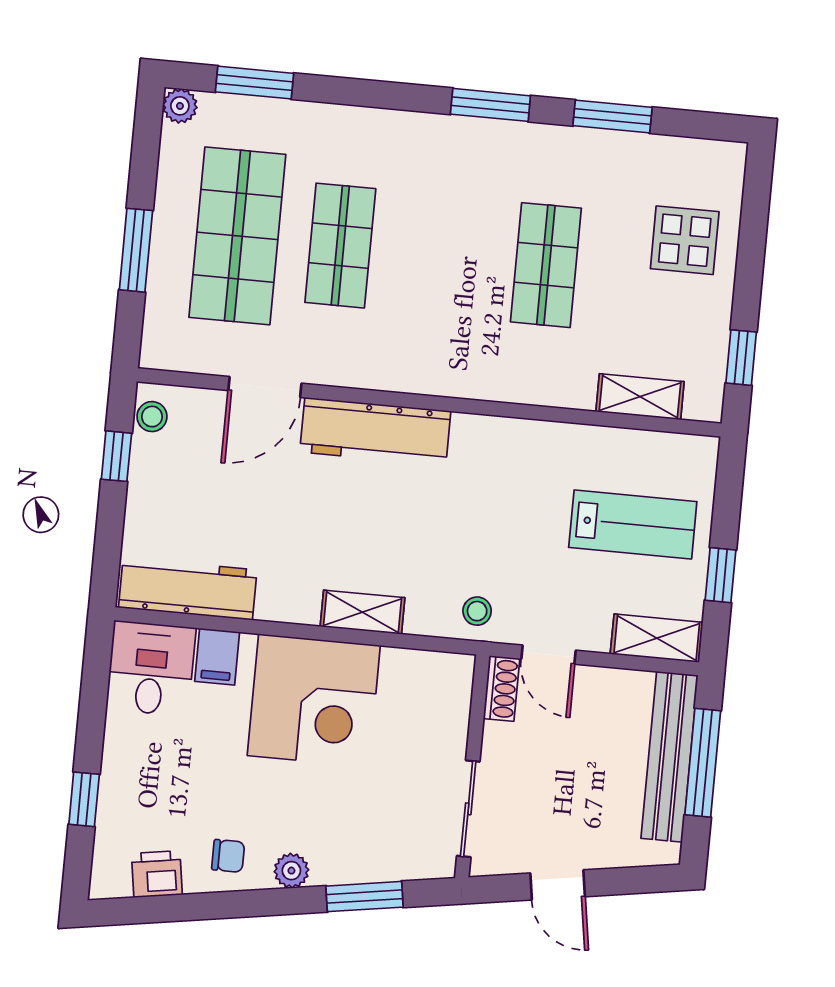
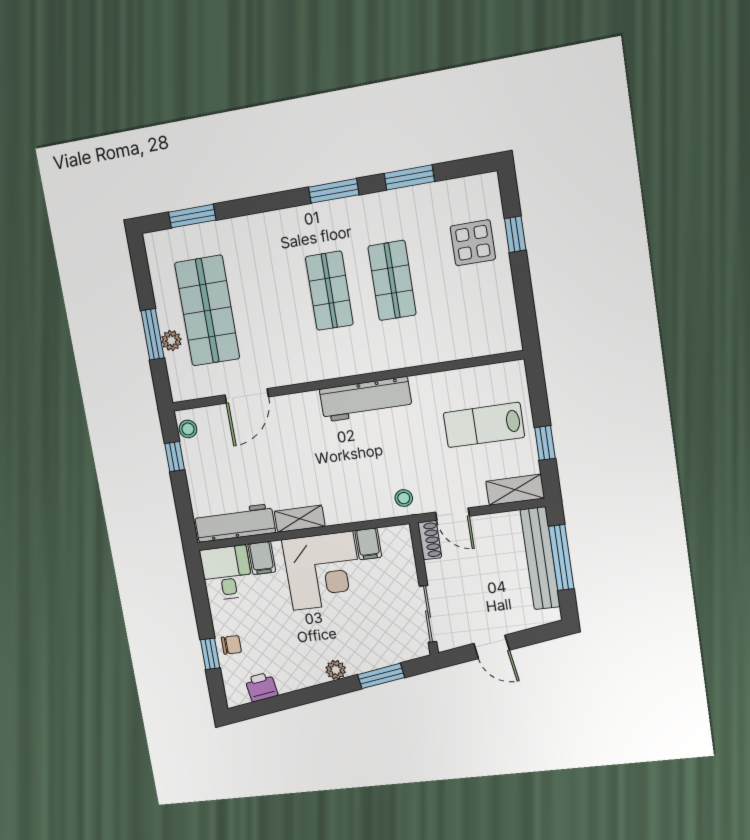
plant: (180, 106) -> (171, 341), moved
shop shelf: (340, 246) -> (329, 291), moved
window: (741, 358) -> (515, 234), moved
shelving: (640, 397) -> (469, 346), removed
workbench: (375, 431) -> (366, 399), moved
lab bench: (633, 525) -> (484, 425), turned 180
shelving: (363, 612) -> (300, 519), moved
filing cabinet: (400, 672) -> (368, 544), added
chair: (228, 856) -> (231, 645), moved

